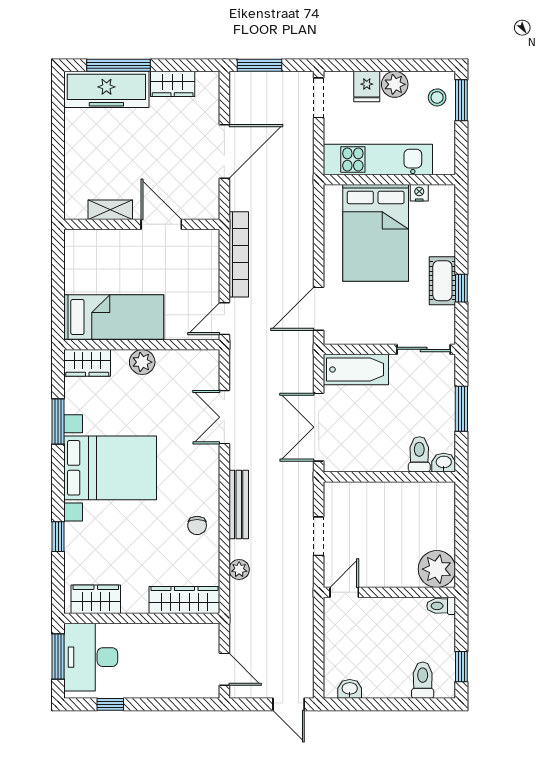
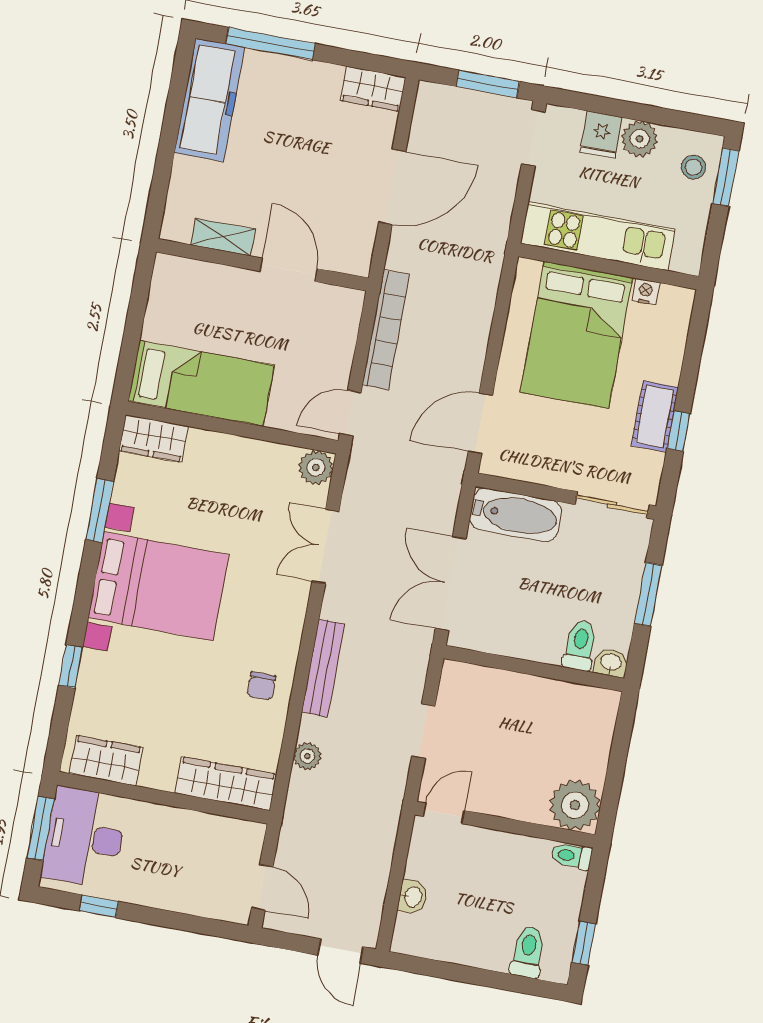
window: (260, 65) -> (488, 84), moved
wardrobe: (173, 84) -> (373, 89), moved
freezer: (106, 89) -> (209, 100), moved, turned -90
plant: (142, 362) -> (316, 467), moved
washbasin: (350, 689) -> (412, 897), moved, turned 90

